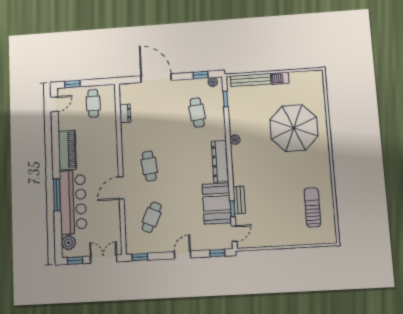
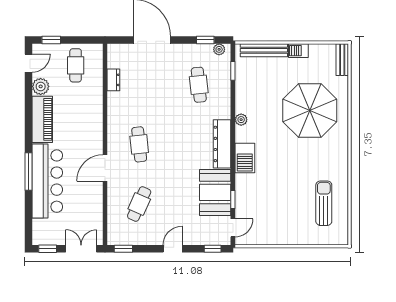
barbecue: (240, 172) -> (245, 158), added
bench: (239, 200) -> (342, 60), moved
plant: (69, 243) -> (41, 86), moved

